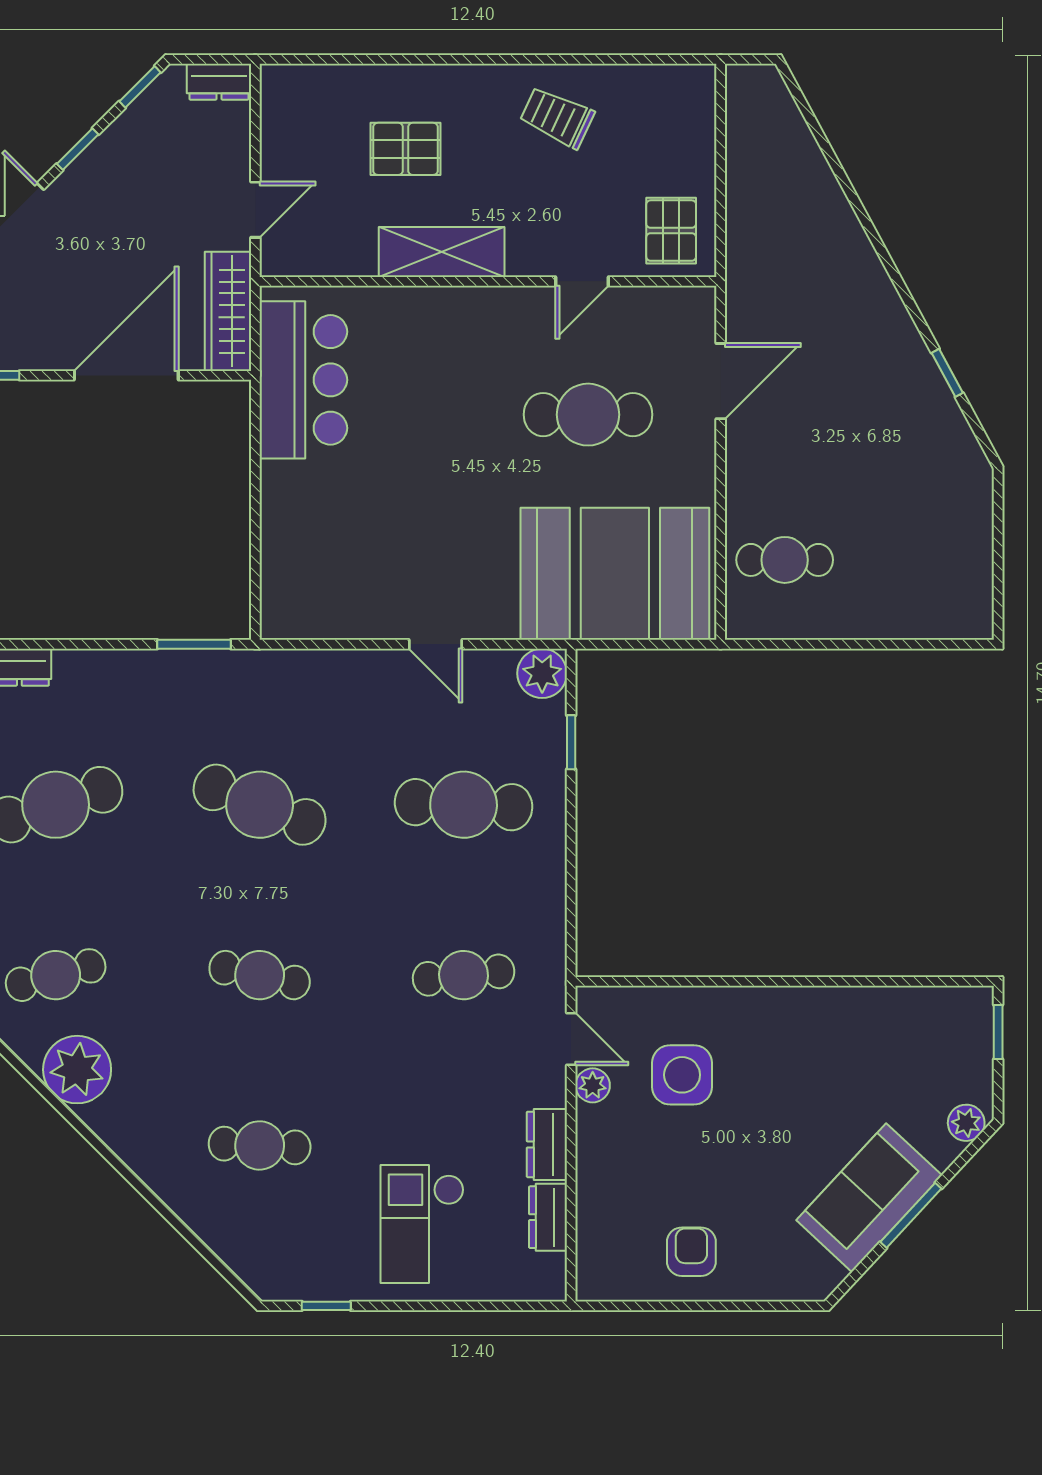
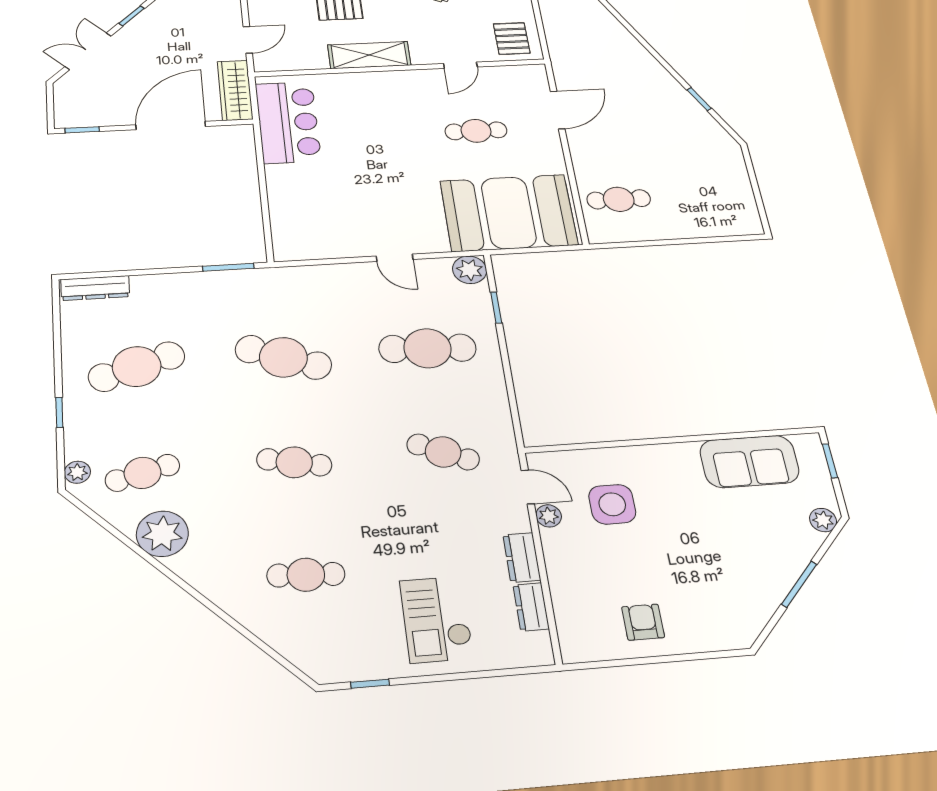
cafe table: (588, 415) -> (476, 131), width x0.73, depth x0.74
cafe table: (464, 975) -> (443, 452), turned 30
sofa: (869, 1198) -> (749, 461), moved, turned -133

